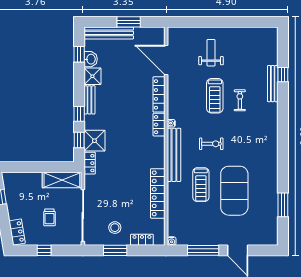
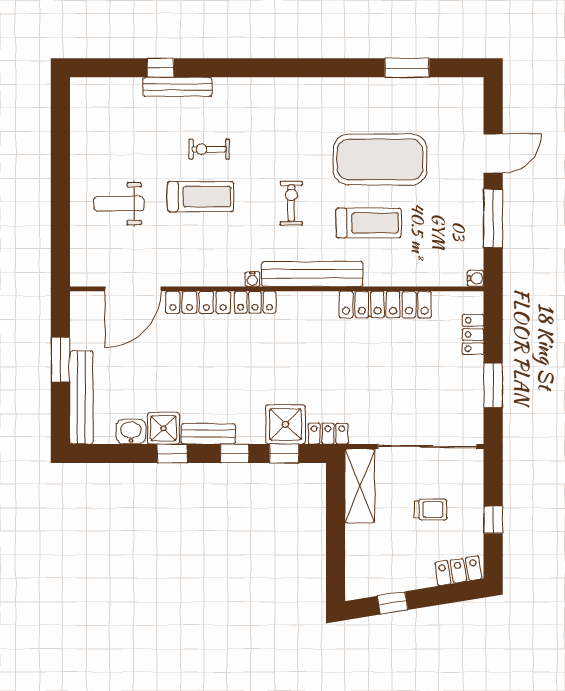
window: (79, 54) -> (172, 454), moved
stool: (115, 228) -> (450, 386), removed

